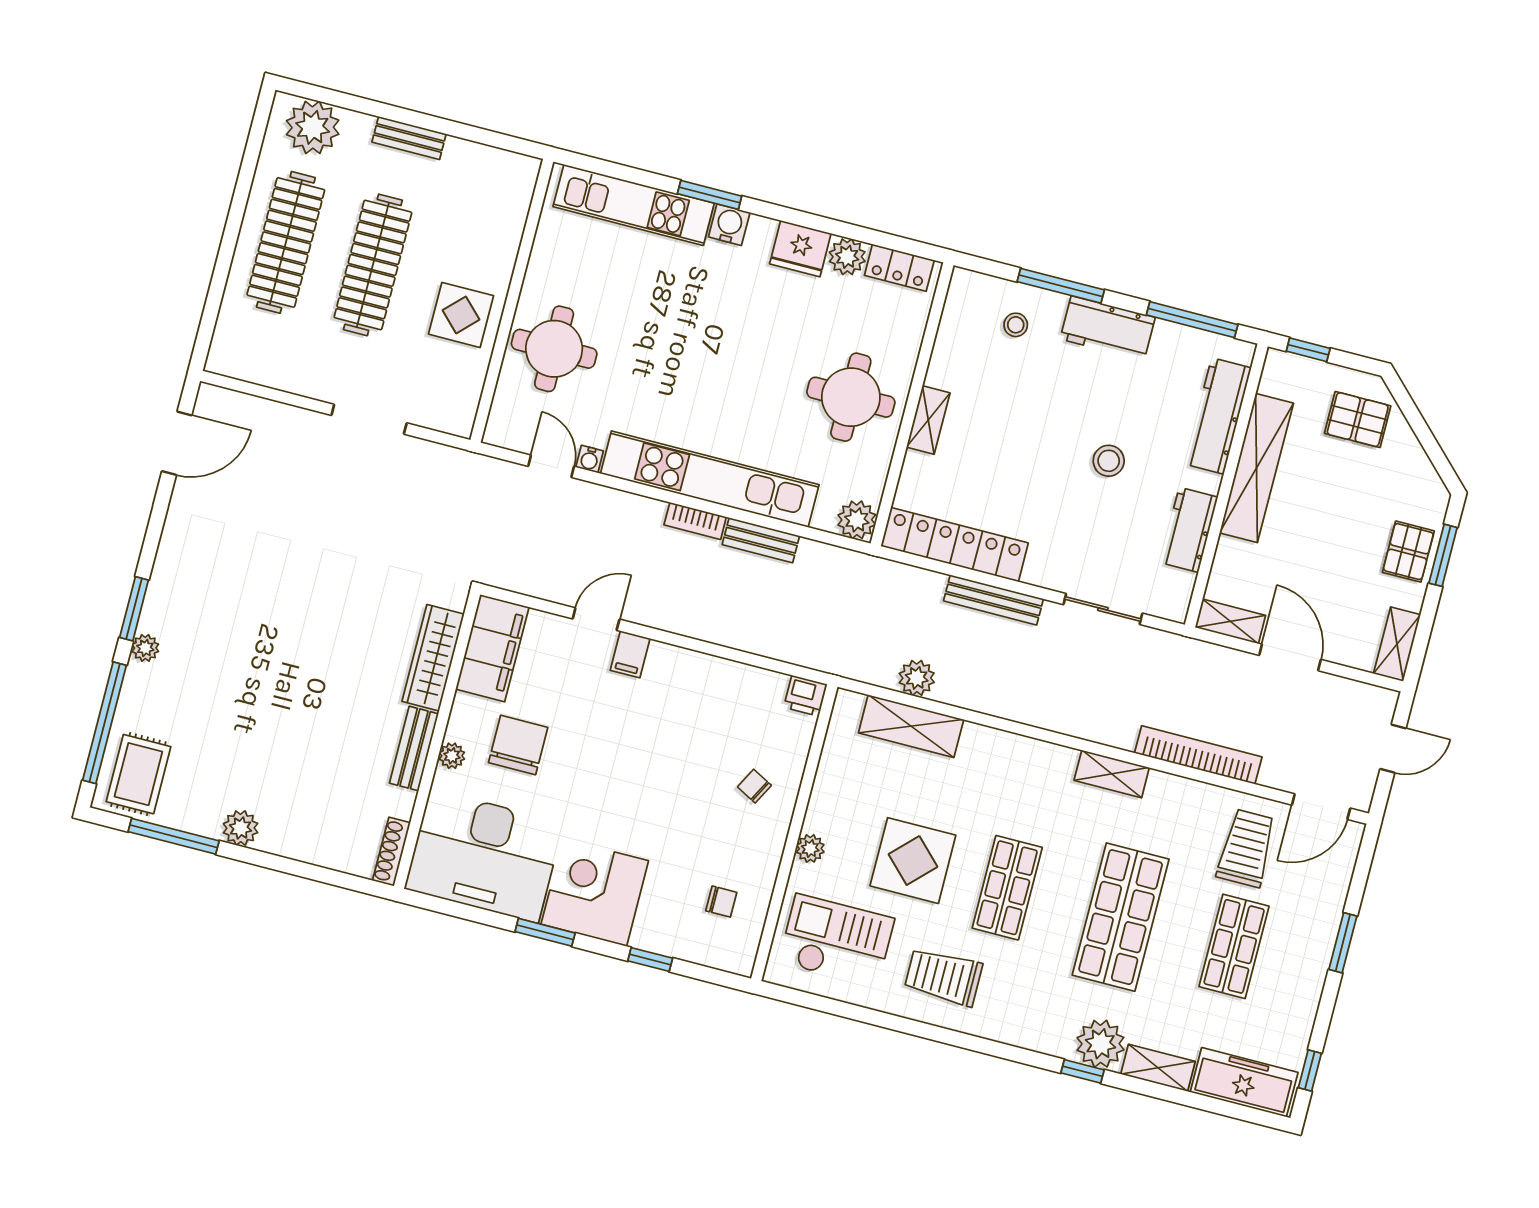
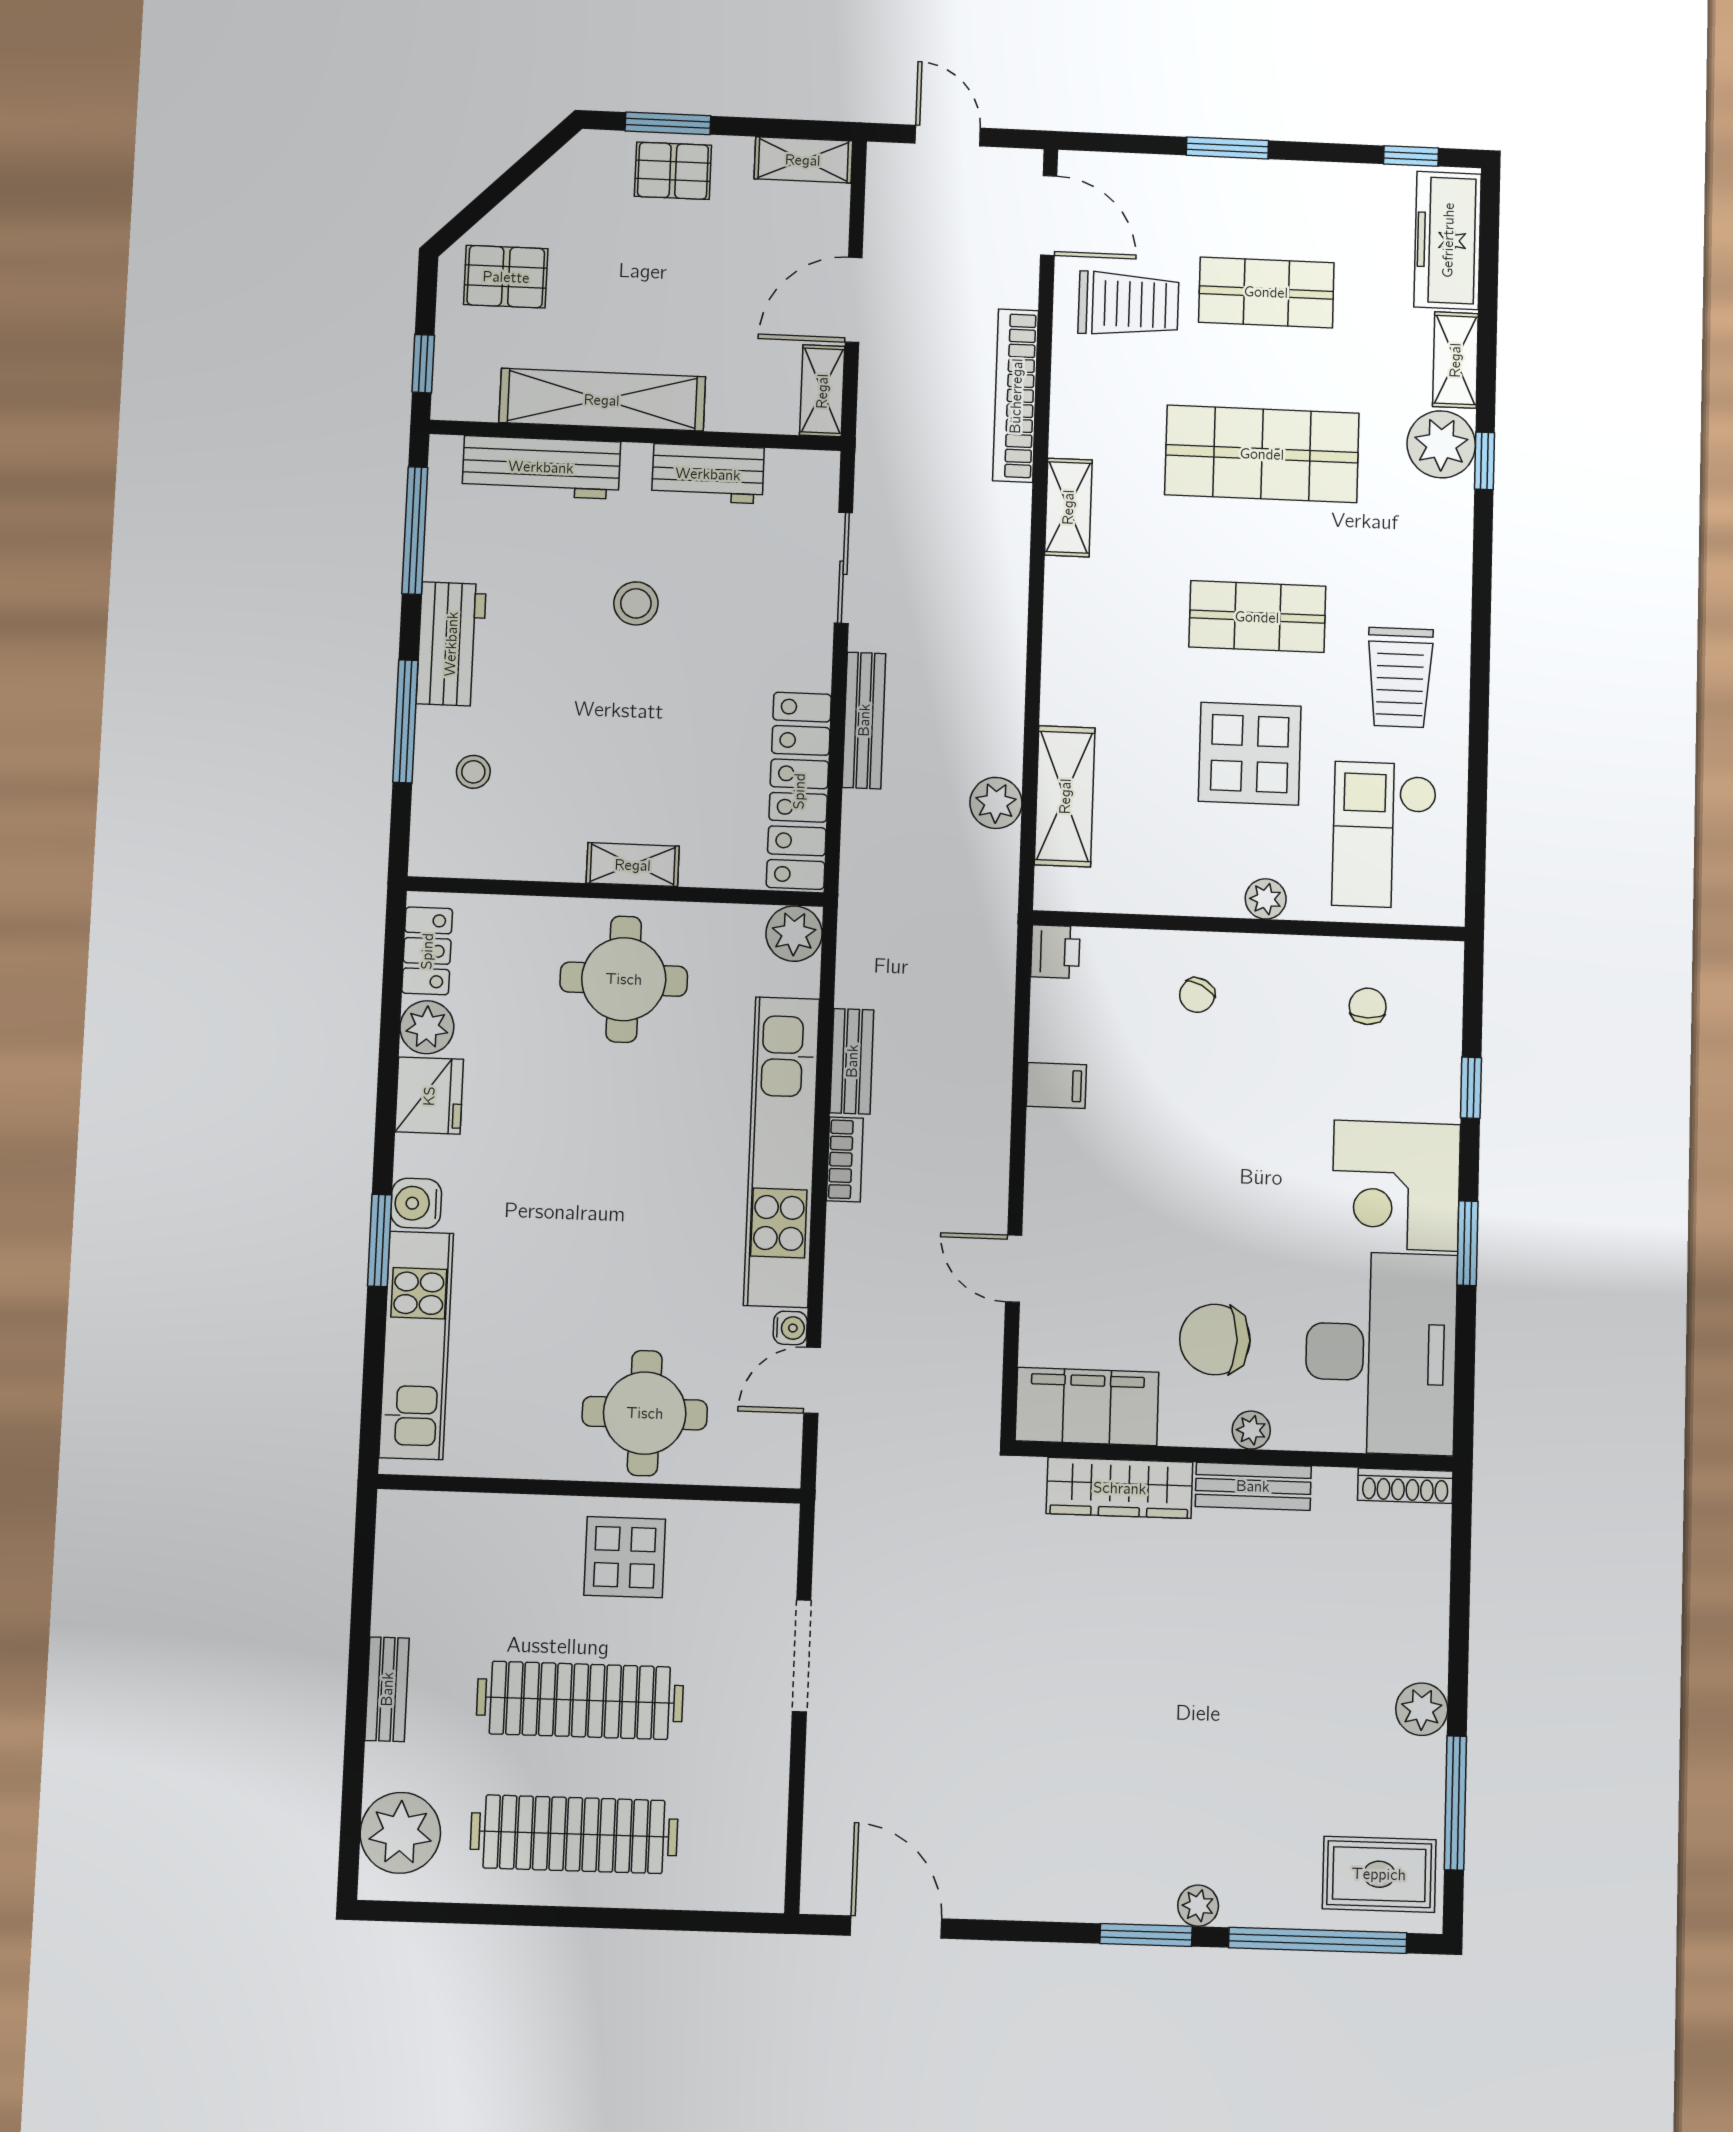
pallet: (1358, 420) -> (506, 277), turned 90
filing cabinet: (630, 654) -> (1056, 1085), moved
trolley: (1246, 848) -> (1128, 304), turned 180

